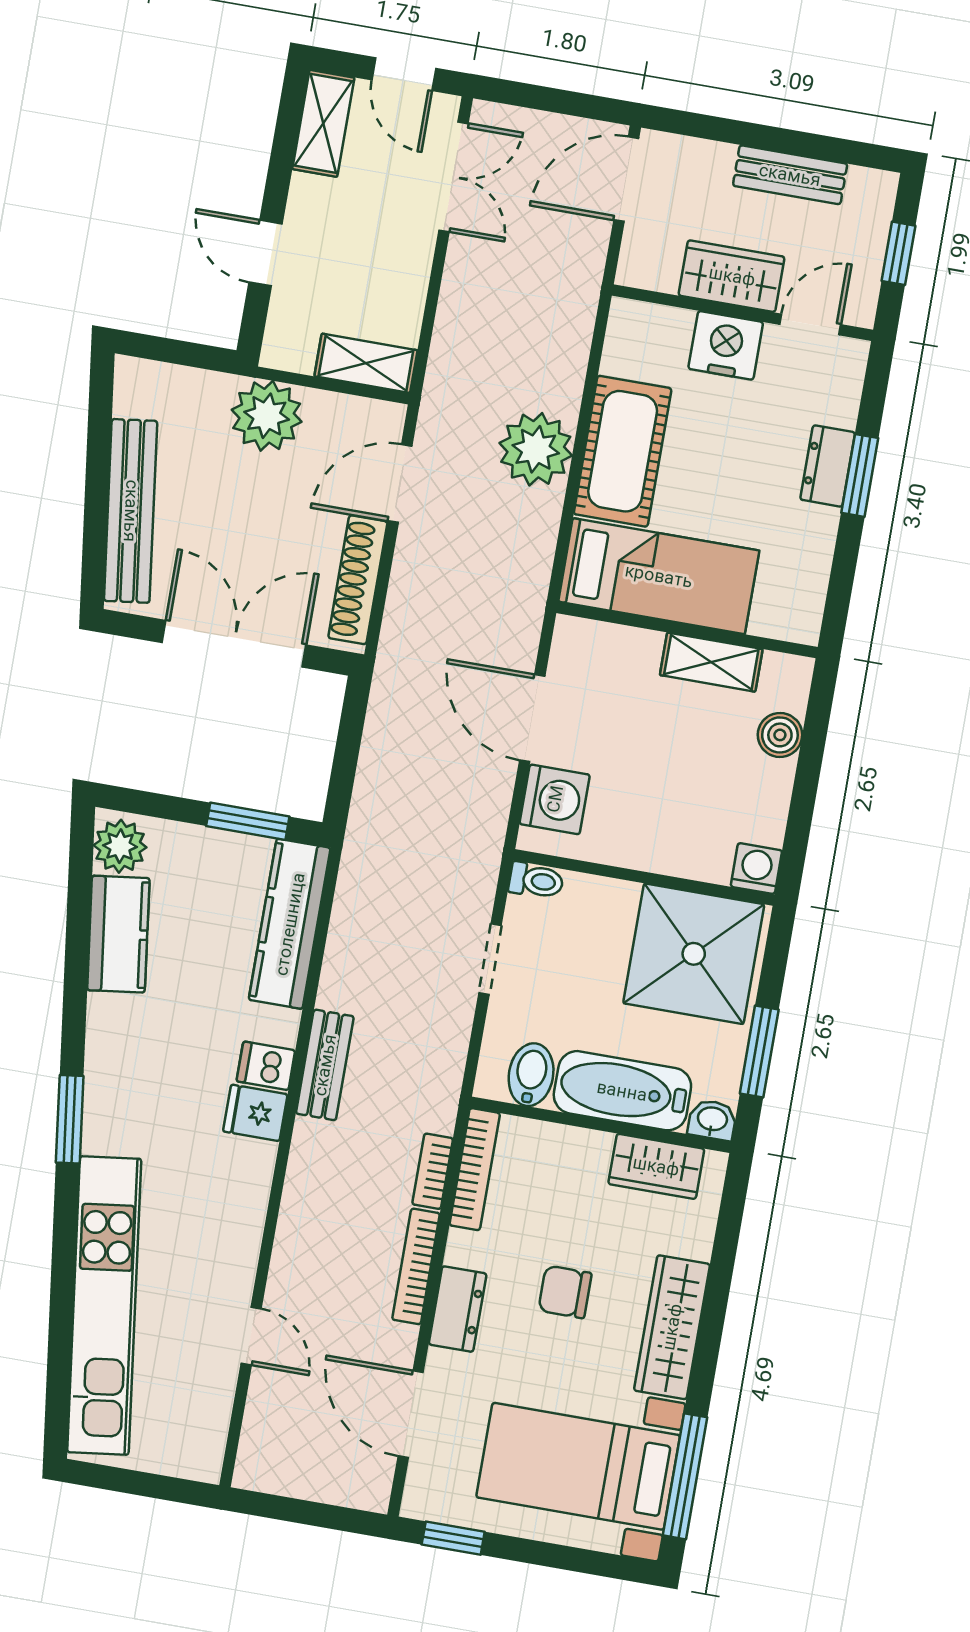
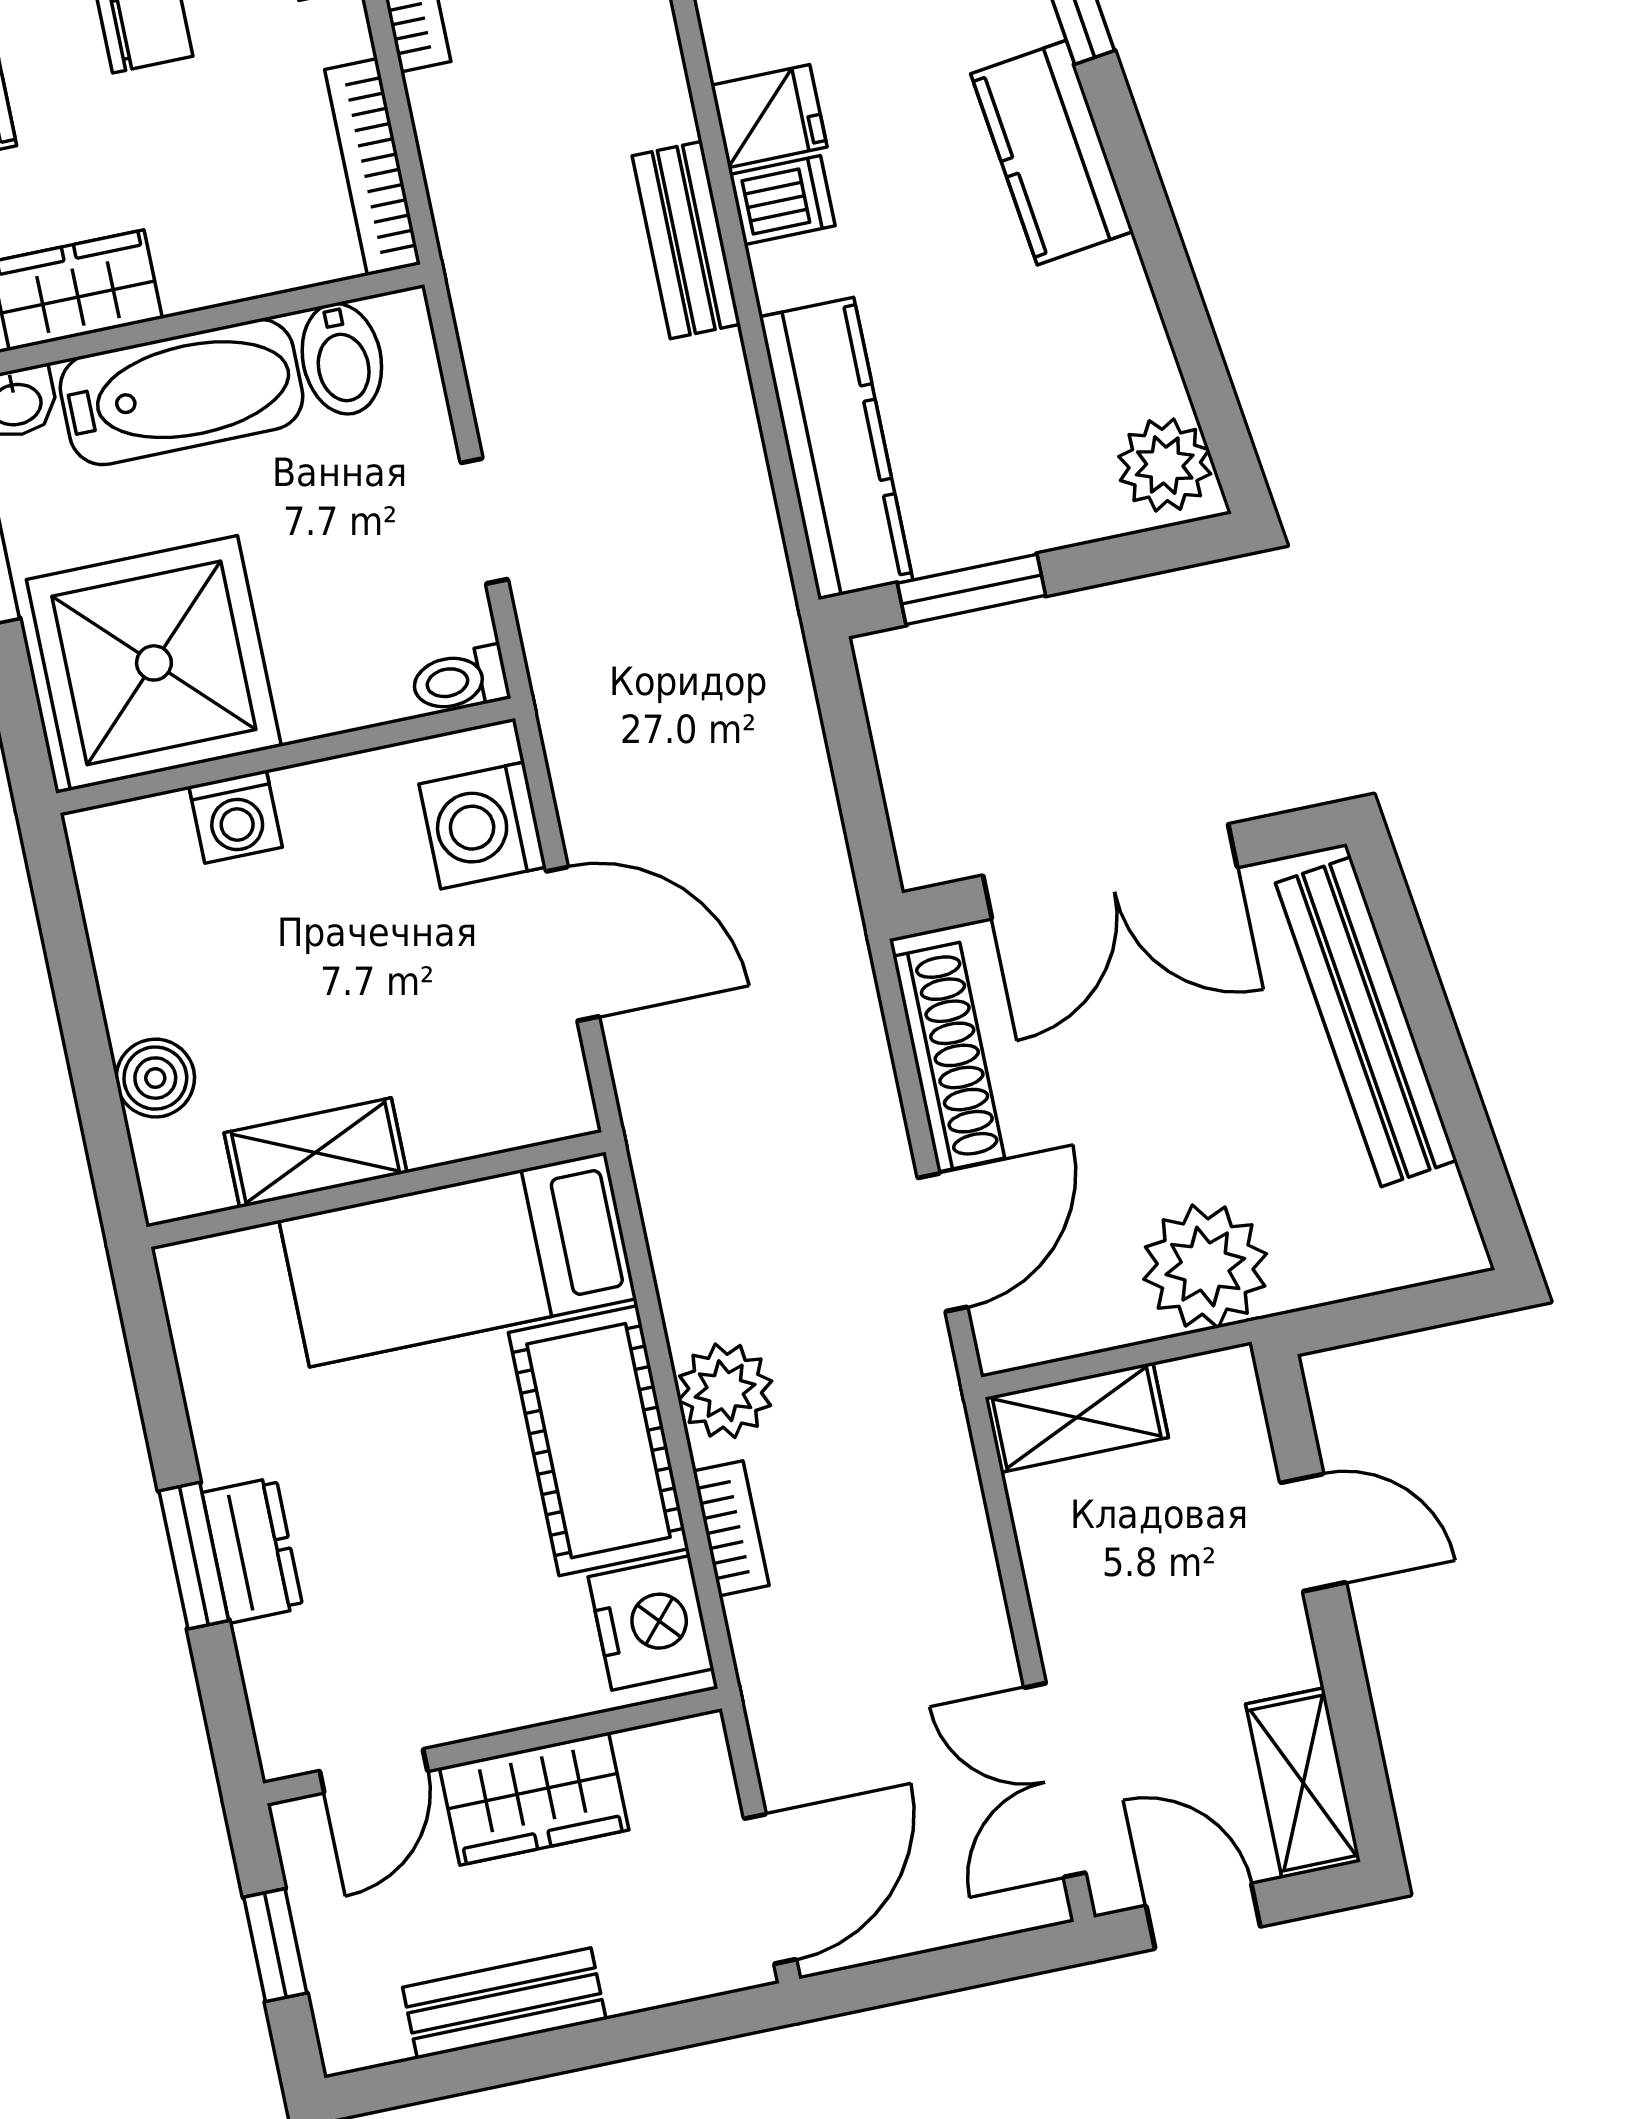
nightstand: (726, 345) -> (651, 1623), moved, turned -90
plant: (536, 449) -> (725, 1391), width x0.73, depth x0.73
washing machine: (756, 869) -> (236, 817), moved
kitchen counter: (118, 934) -> (1052, 153), moved
bookcase: (433, 1171) -> (731, 1528), moved

